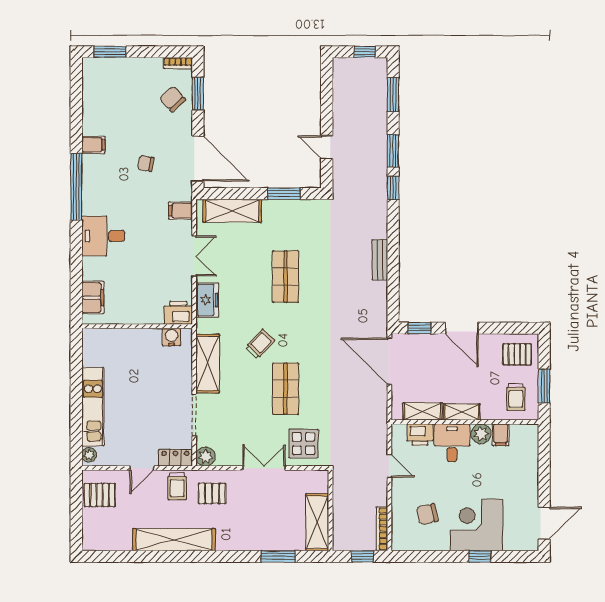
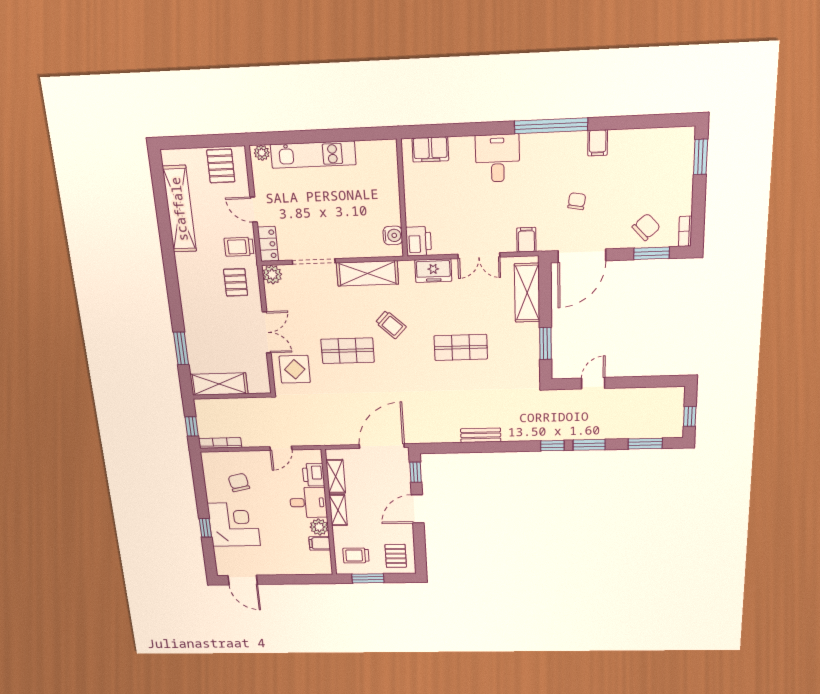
shelving: (174, 540) -> (179, 209), moved

